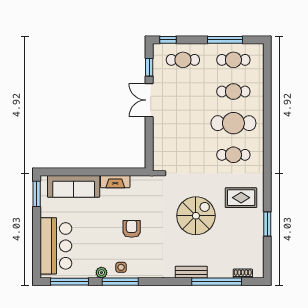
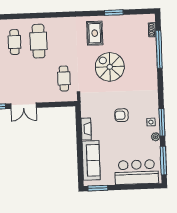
cafe table: (233, 155) -> (64, 78), moved
bench: (191, 272) -> (153, 69), removed

